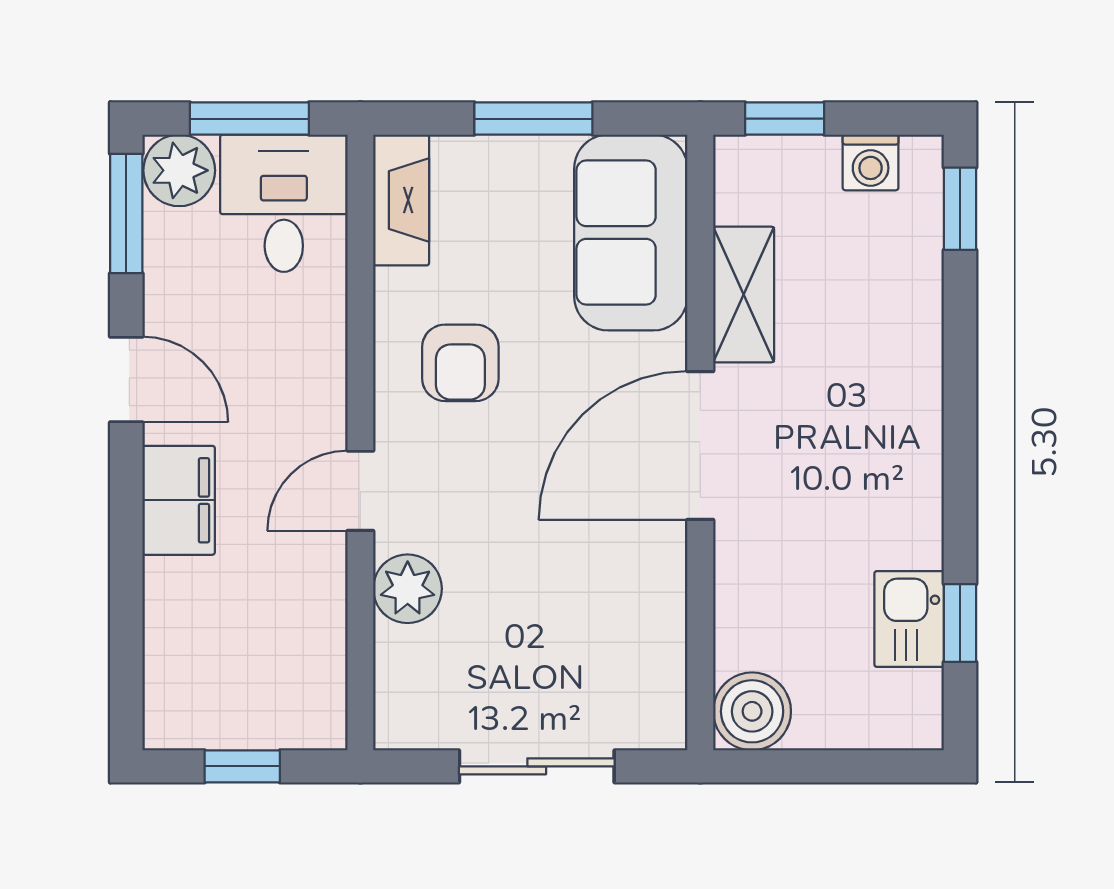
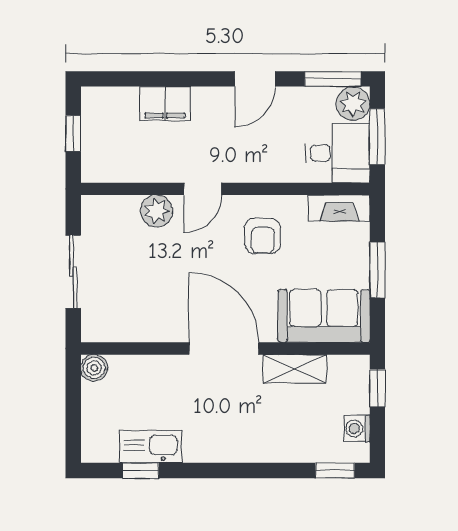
armchair: (460, 363) -> (263, 236), turned -90
door: (360, 491) -> (203, 189), swing flipped
filing cabinet: (179, 500) -> (165, 104), moved
kitchen sink: (909, 619) -> (151, 447), width x1.38
boiler: (752, 711) -> (94, 368), width x0.73, depth x0.73

